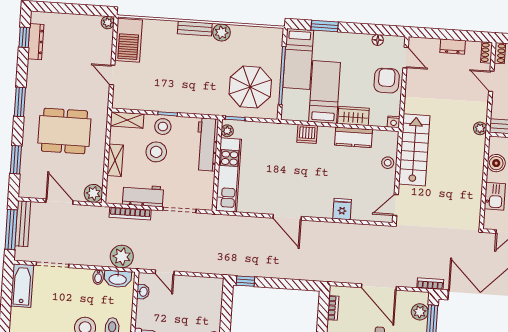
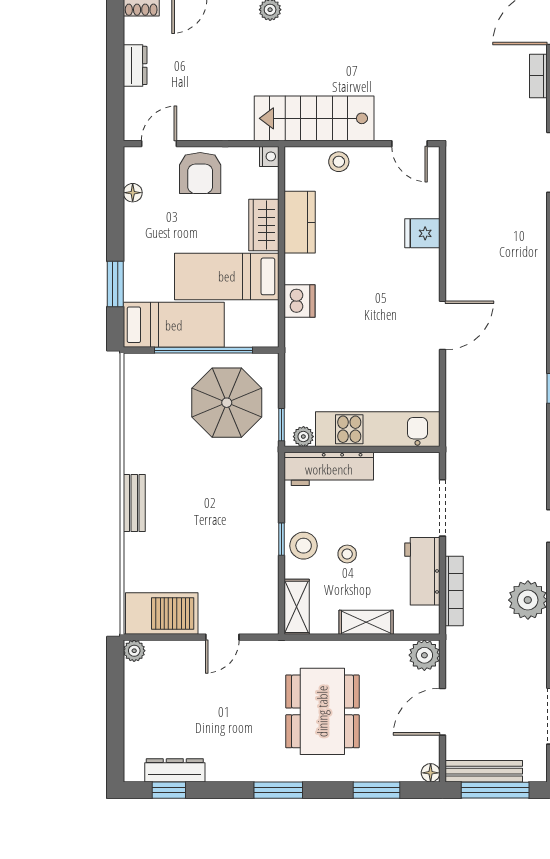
plant: (222, 33) -> (138, 457), removed
armchair: (387, 81) -> (200, 173), turned -90
stool: (156, 152) -> (347, 554), width x0.53, depth x0.53
floor lamp: (24, 192) -> (431, 773), added

